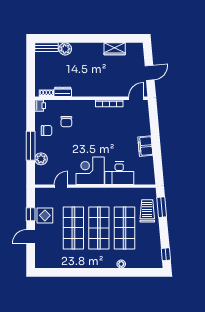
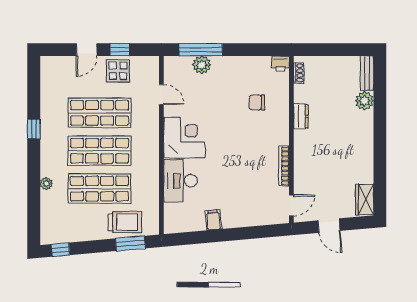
wardrobe: (115, 49) -> (365, 200), moved
dresser: (63, 92) -> (301, 116), moved
door: (136, 98) -> (291, 205), hinge flipped
chair: (47, 131) -> (244, 73), removed
window: (31, 146) -> (201, 50), moved
filing cabinet: (145, 146) -> (213, 220), width x0.50
door: (31, 237) -> (87, 50), swing flipped
window: (84, 272) -> (34, 129), added

